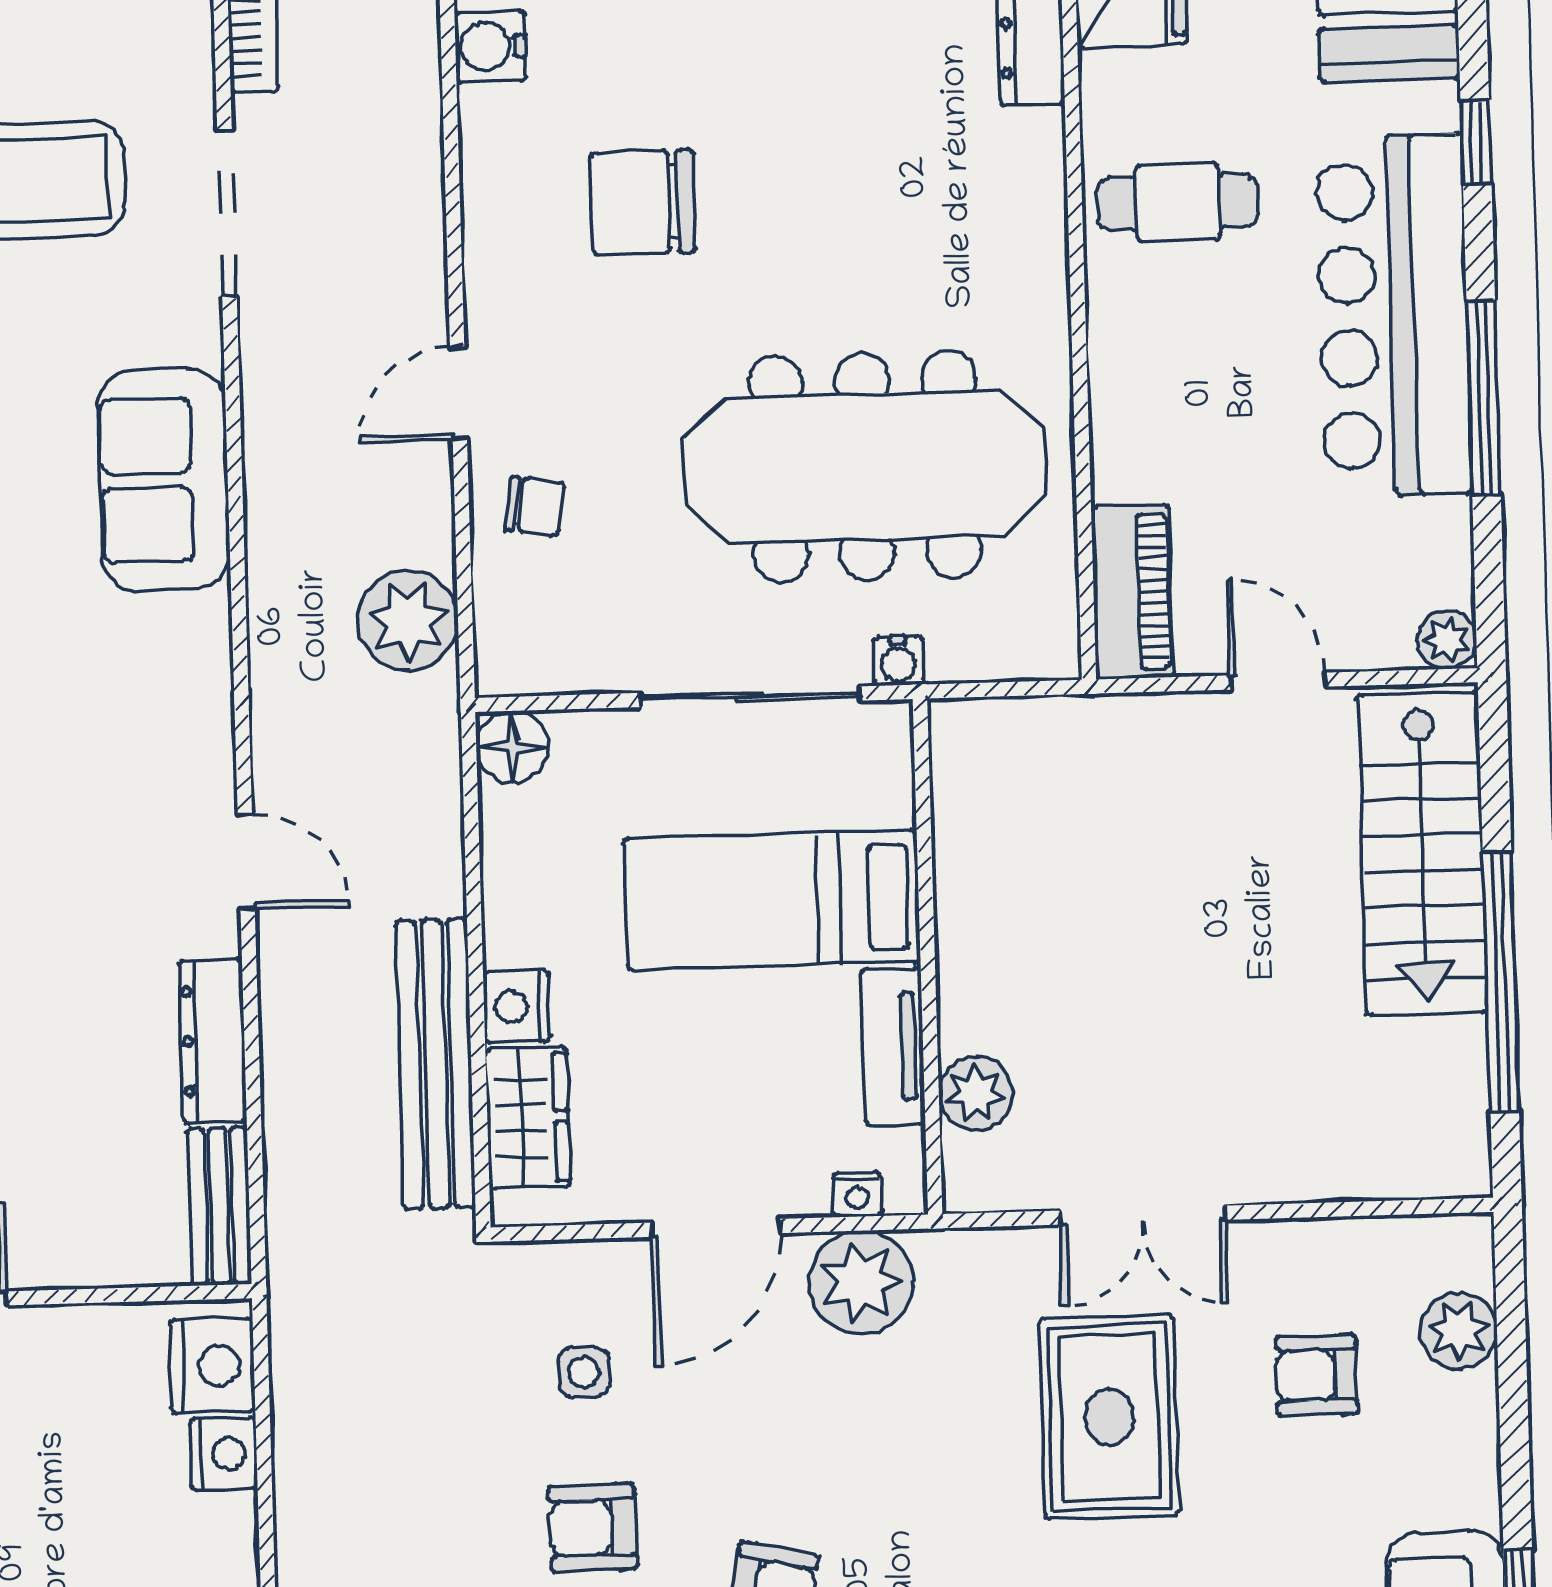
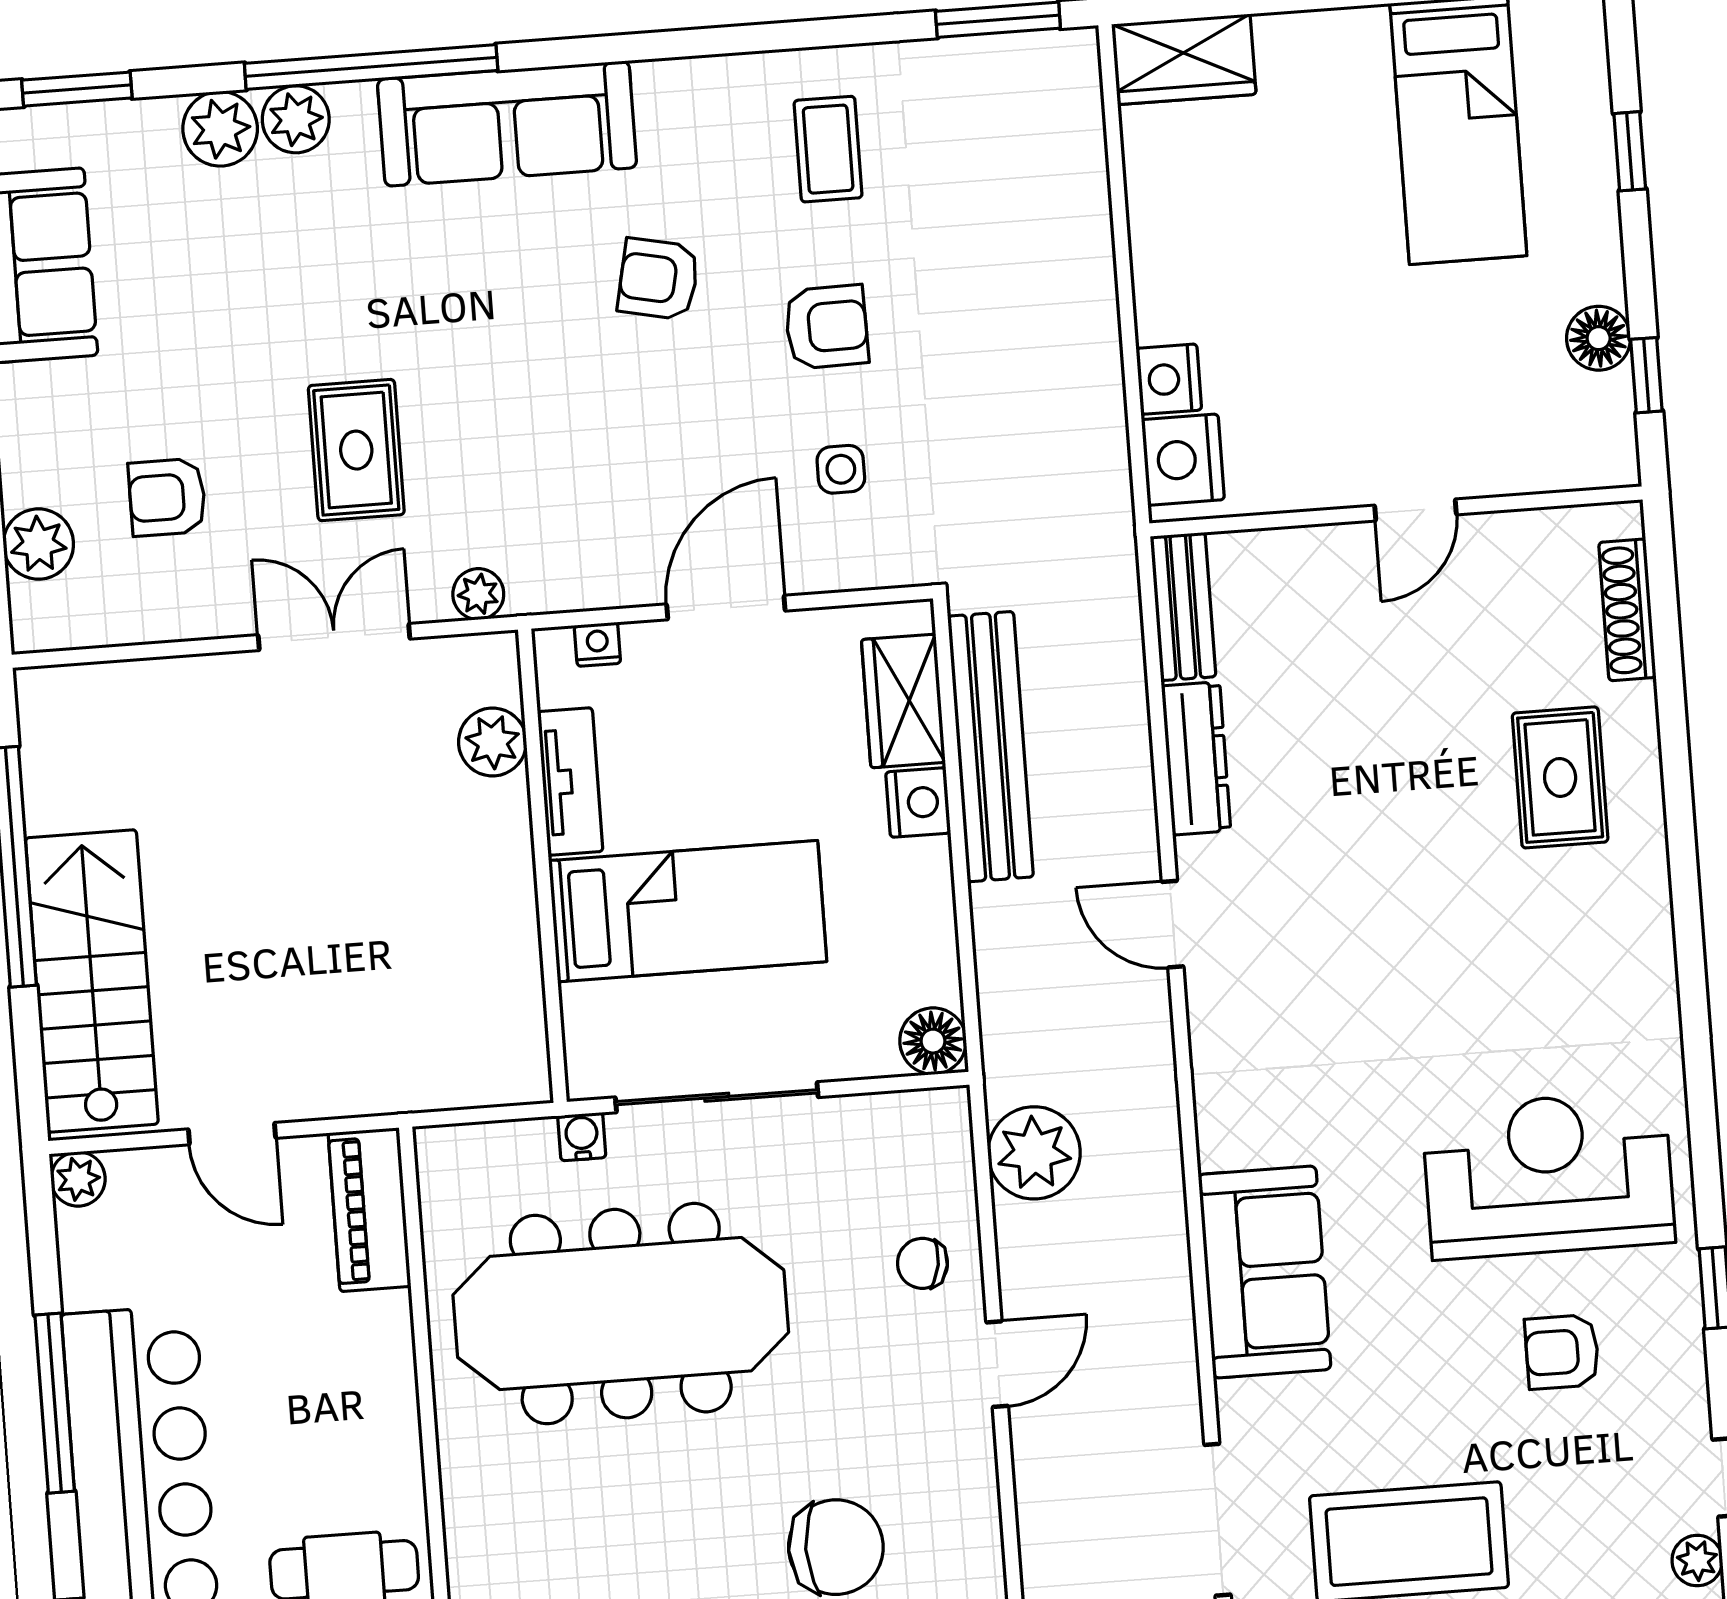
plant: (861, 1283) -> (478, 594), moved, width x0.53, depth x0.53
armchair: (1317, 1375) -> (167, 497), turned 180
rug: (1109, 1417) -> (356, 450), width x0.73, depth x0.70

